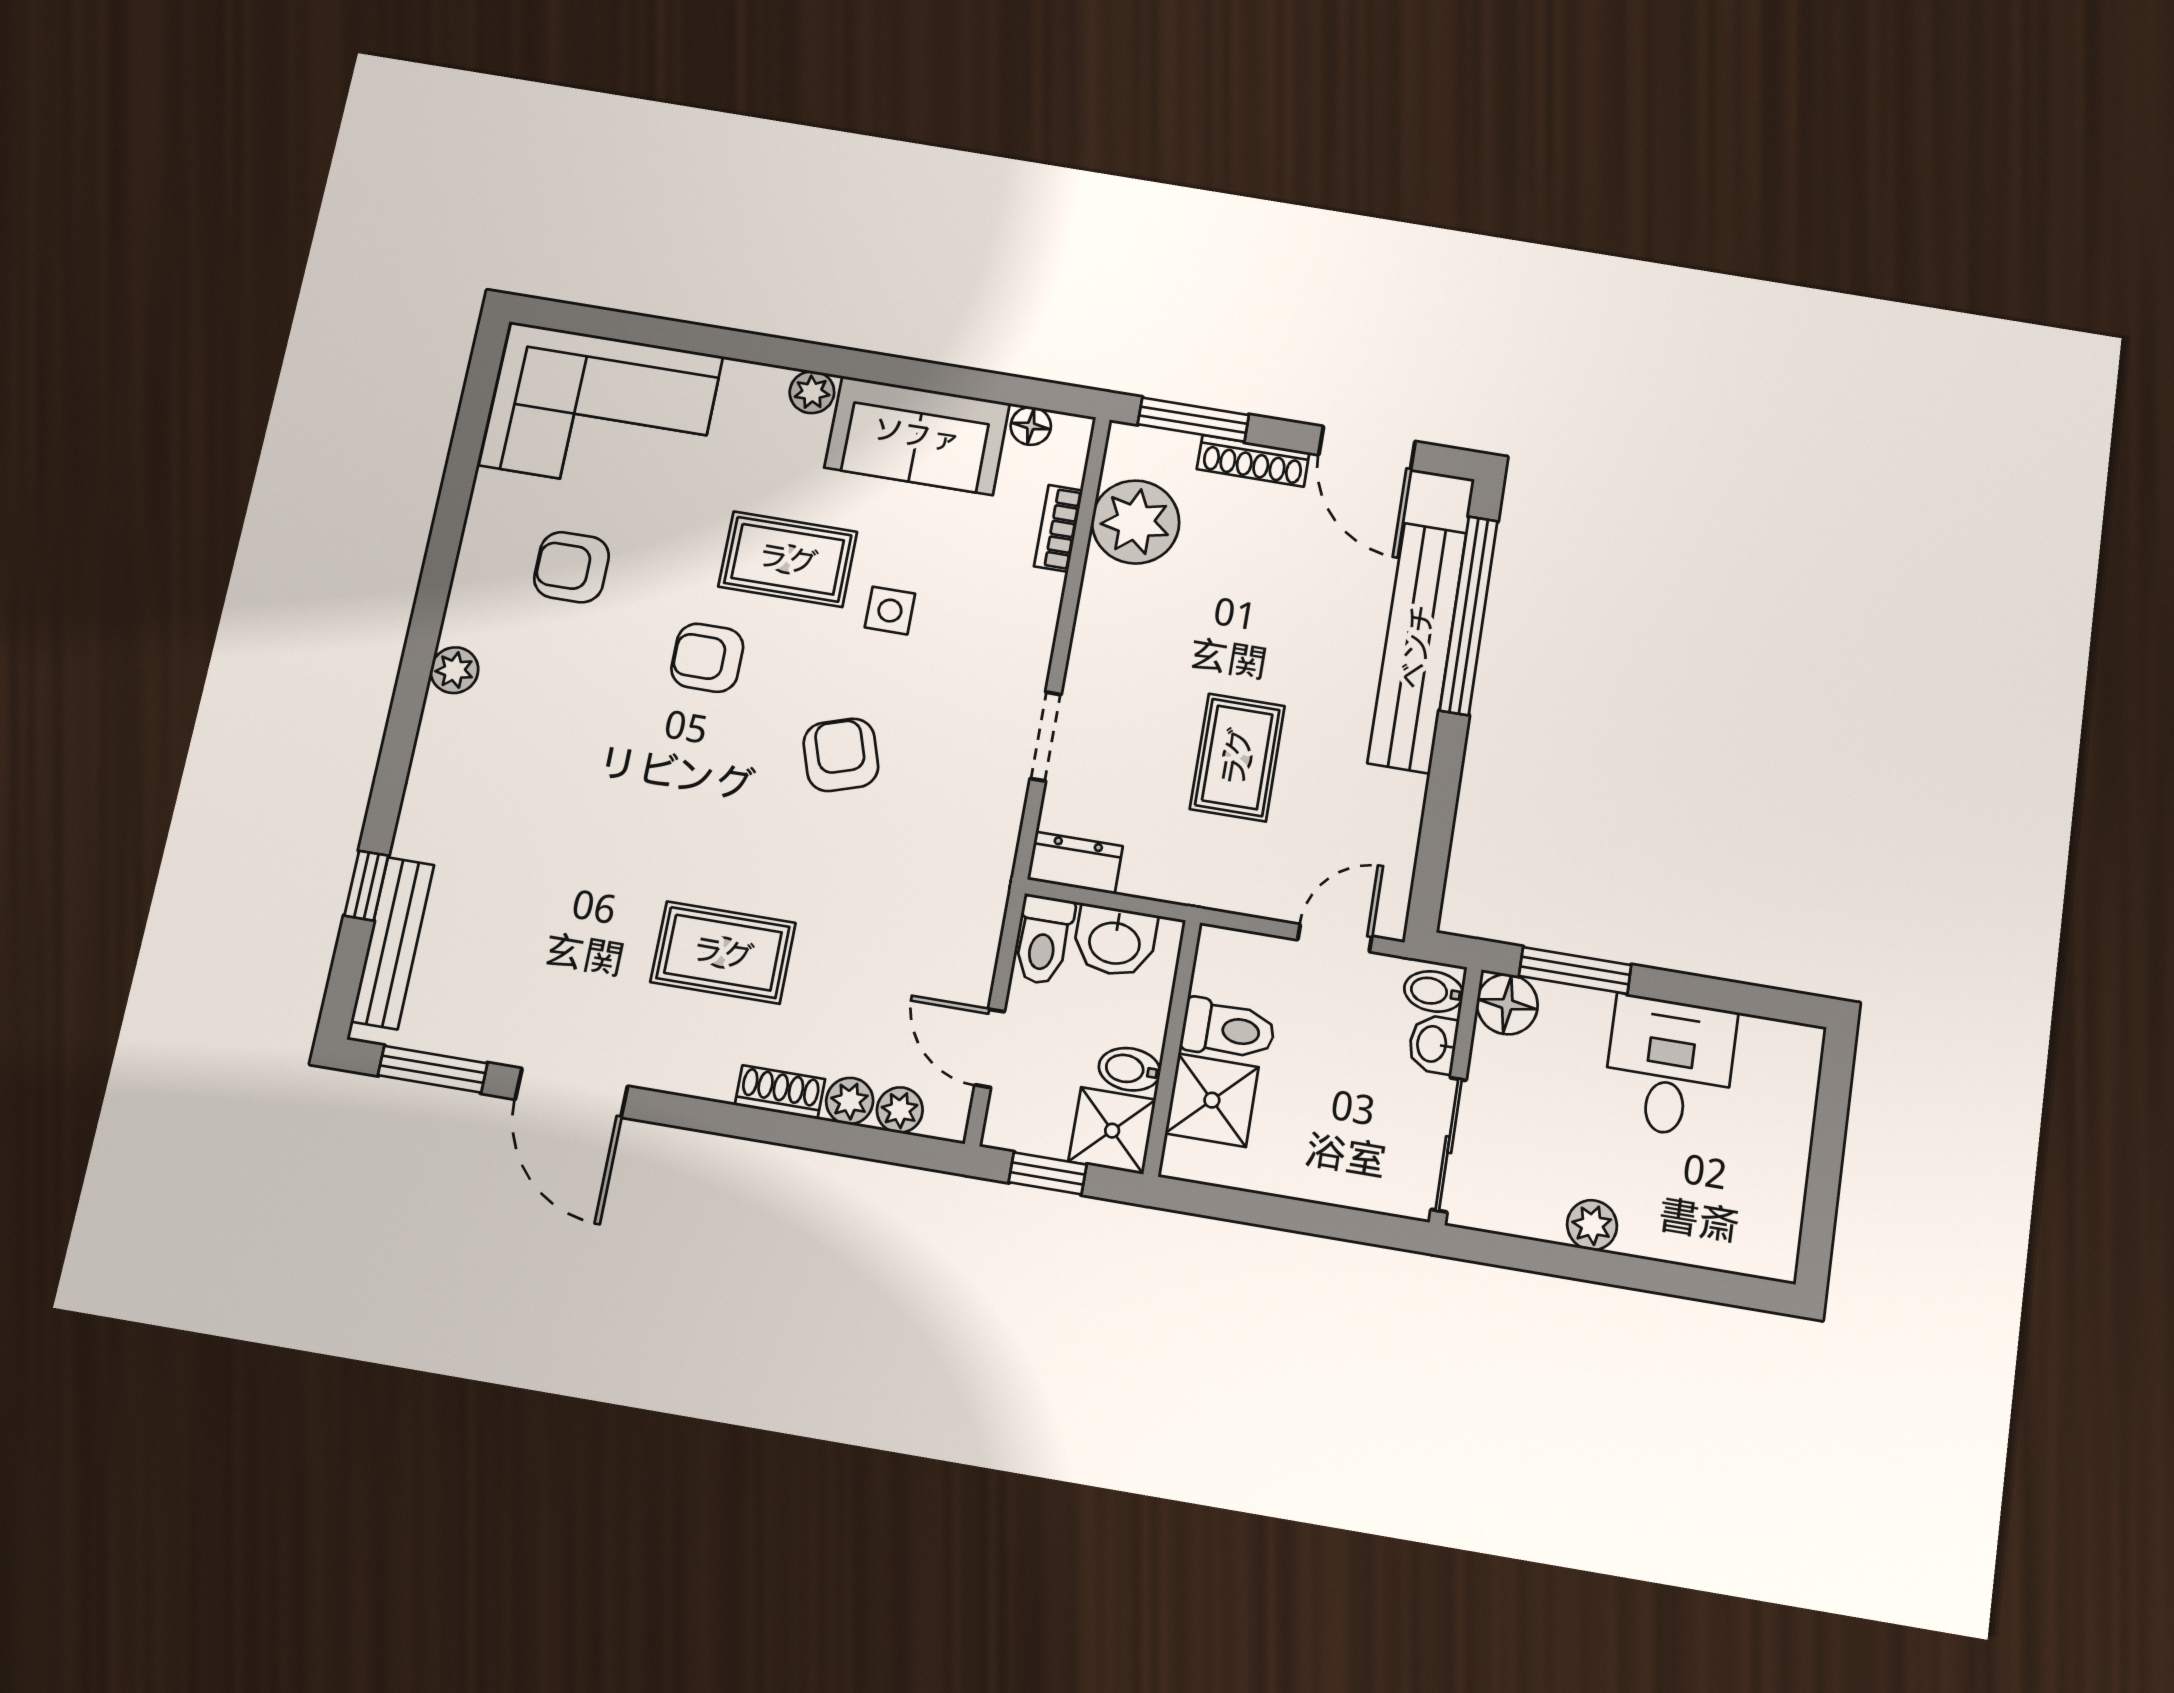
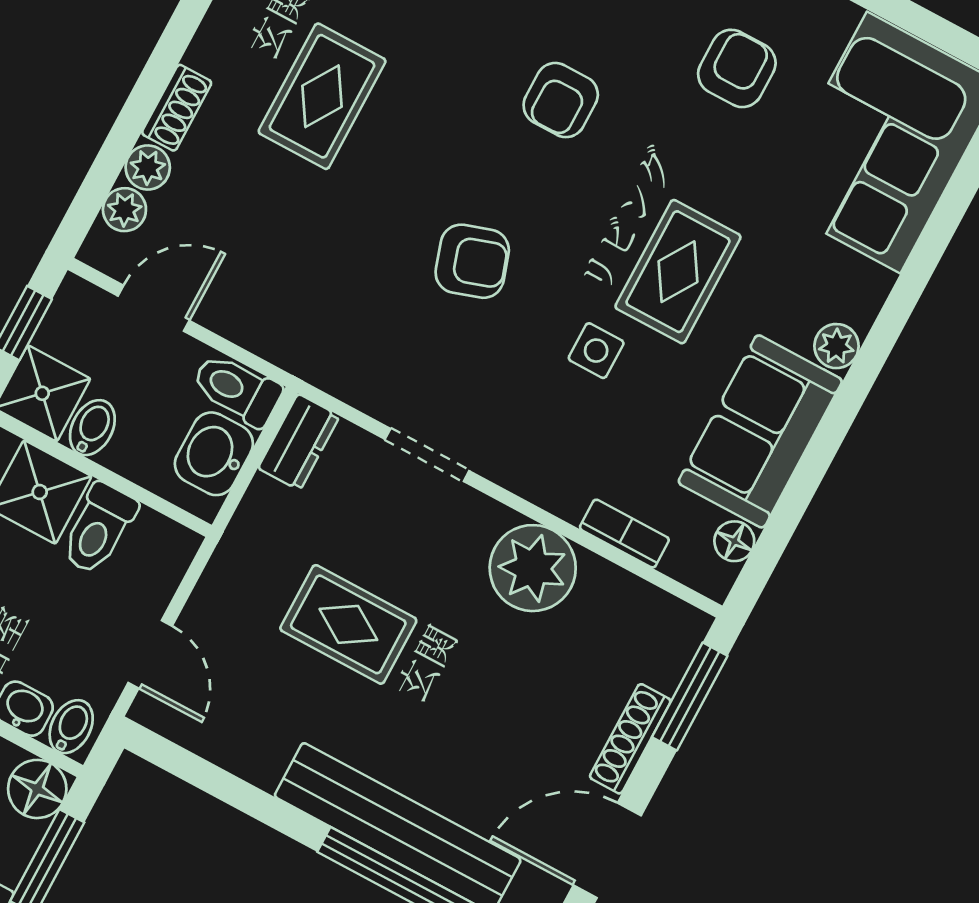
plant: (1135, 522) -> (533, 568), moved
armchair: (707, 658) -> (561, 100), moved, turned 180

